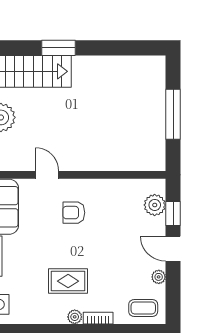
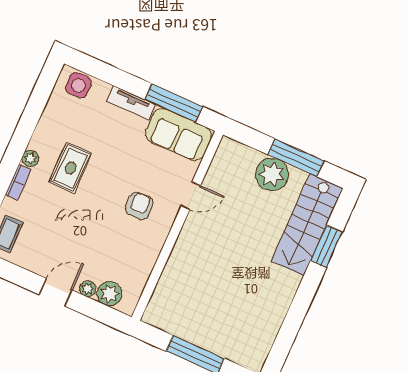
window: (58, 48) -> (327, 246), moved
window: (173, 213) -> (92, 309), removed
plant: (159, 277) -> (88, 289), moved

